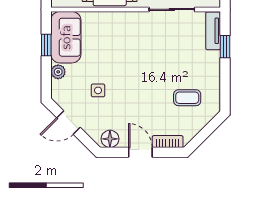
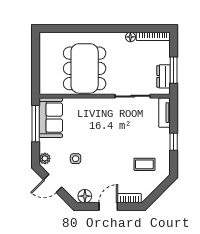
window: (46, 45) -> (36, 124), width x2.17
window: (225, 47) -> (174, 142), moved
plant: (58, 72) -> (45, 158), moved
door: (140, 152) -> (108, 206), hinge flipped

